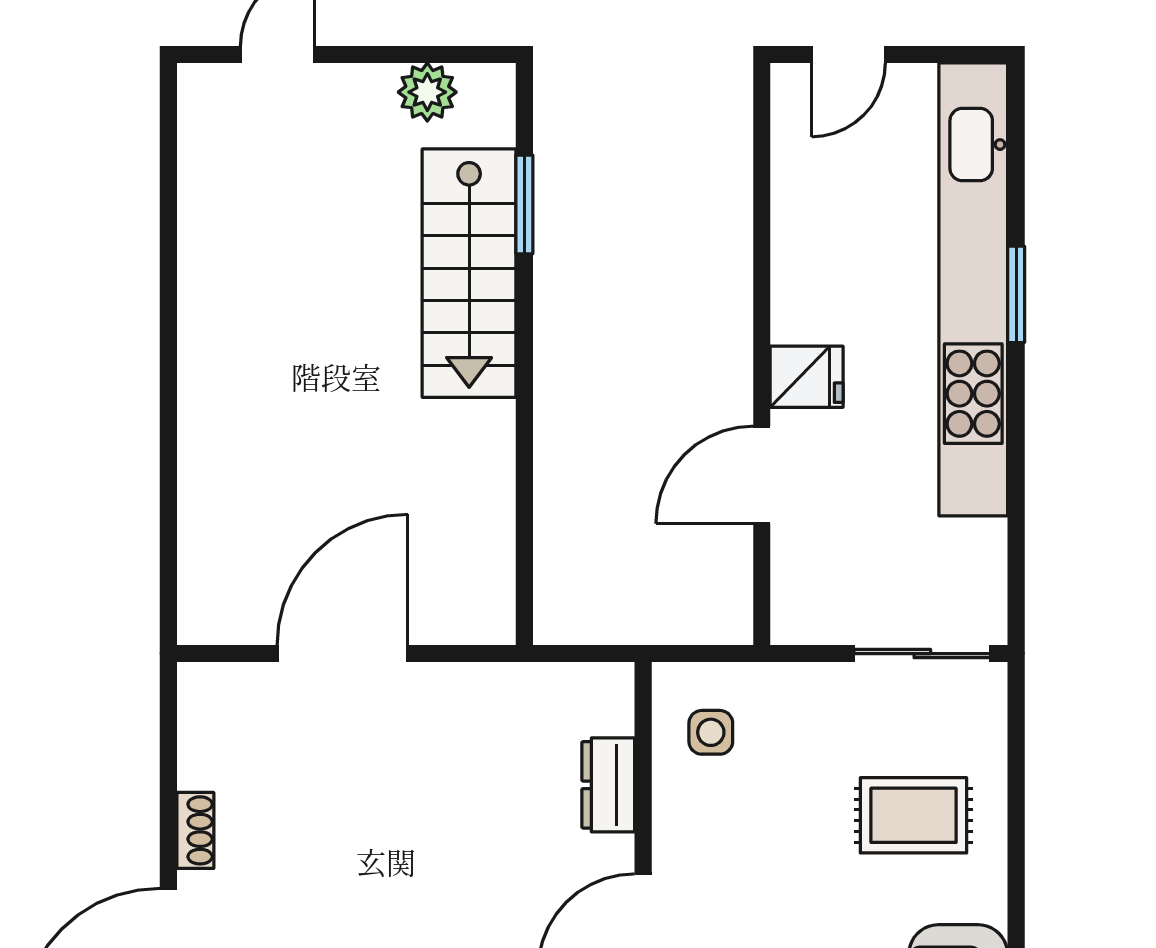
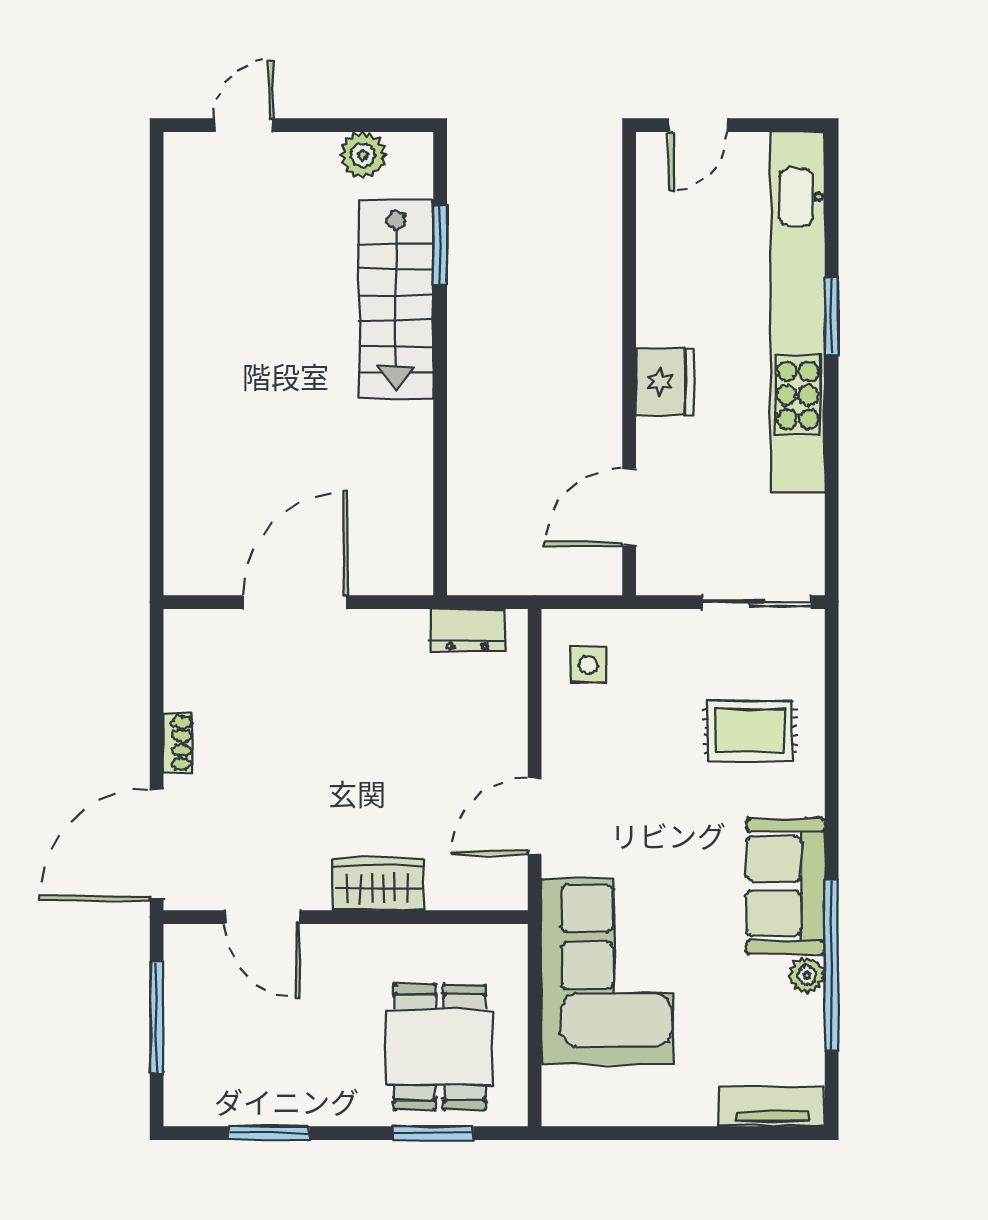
fridge: (807, 377) -> (665, 382), width x1.38
door: (762, 475) -> (629, 507), moved
dresser: (608, 785) -> (468, 630), moved, turned -90

